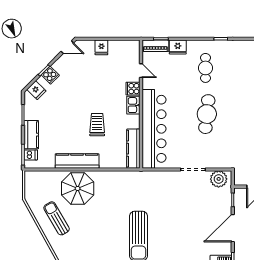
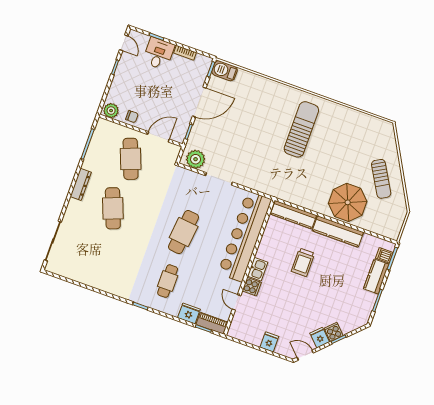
fridge: (36, 90) -> (320, 338), moved
kitchen counter: (133, 149) -> (293, 215), moved, turned 90

